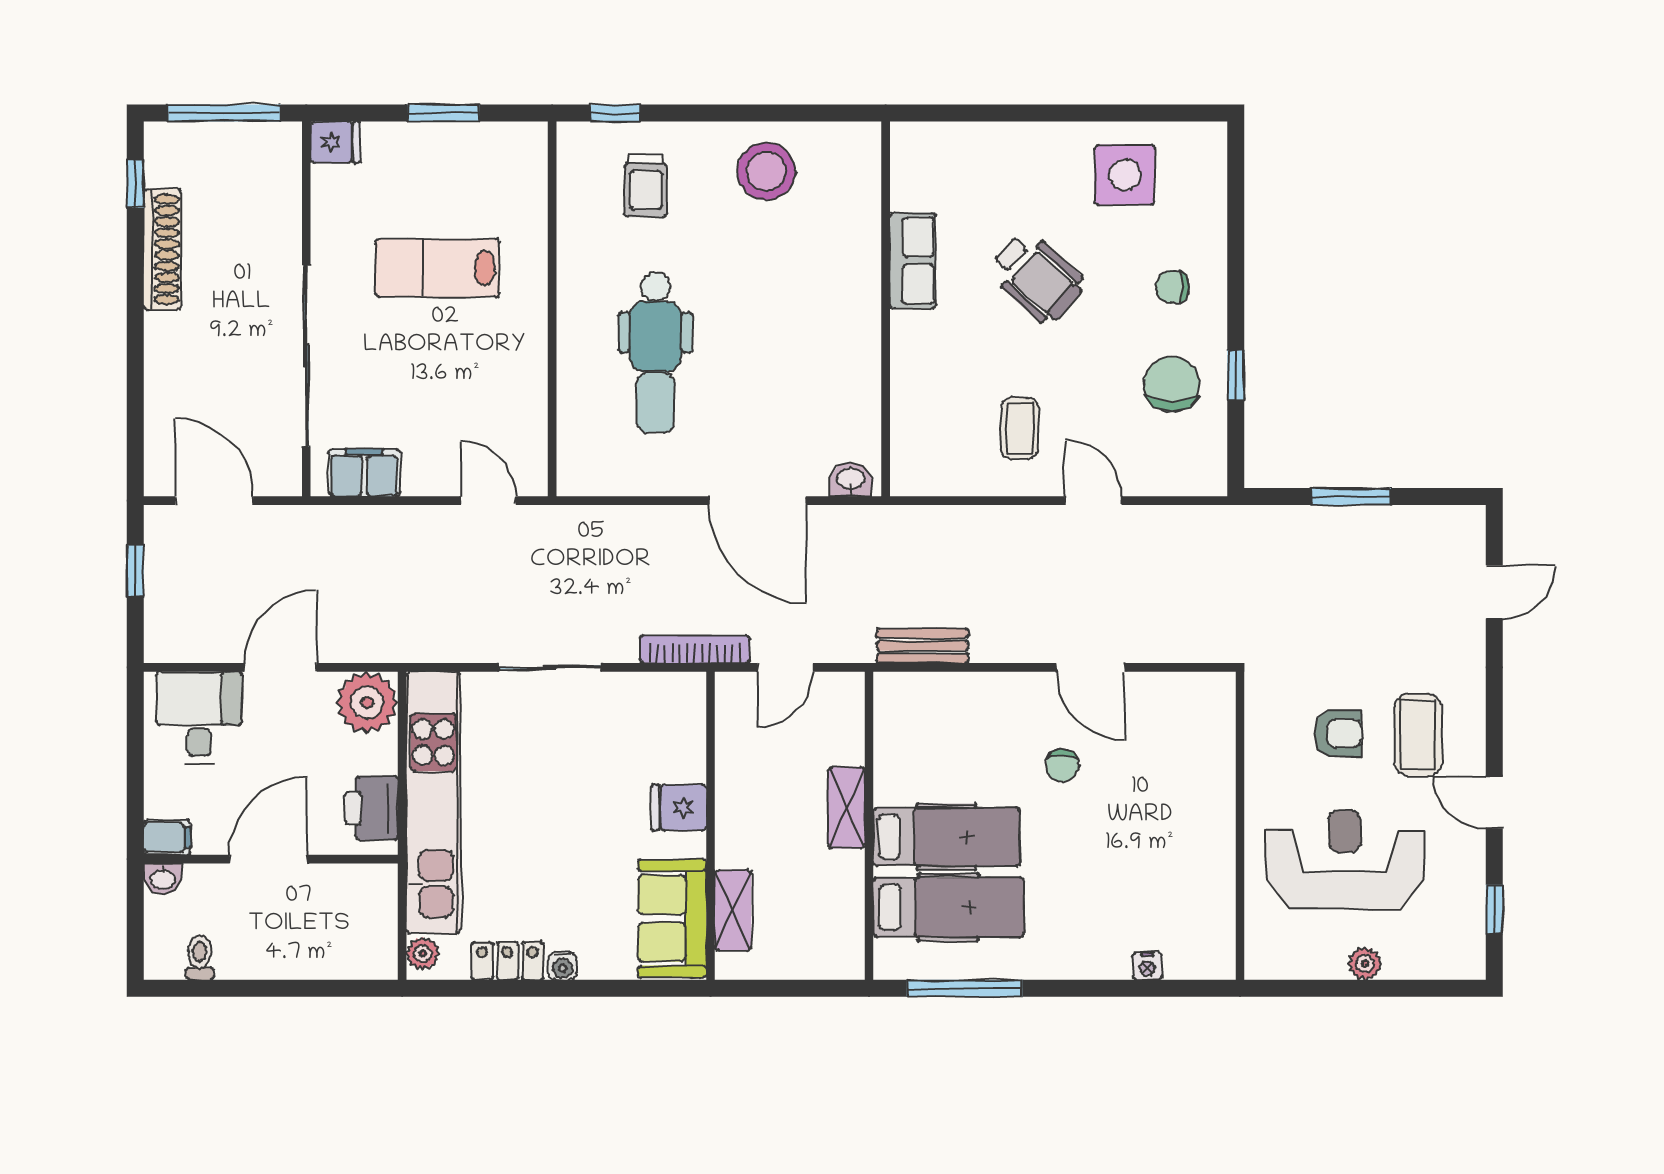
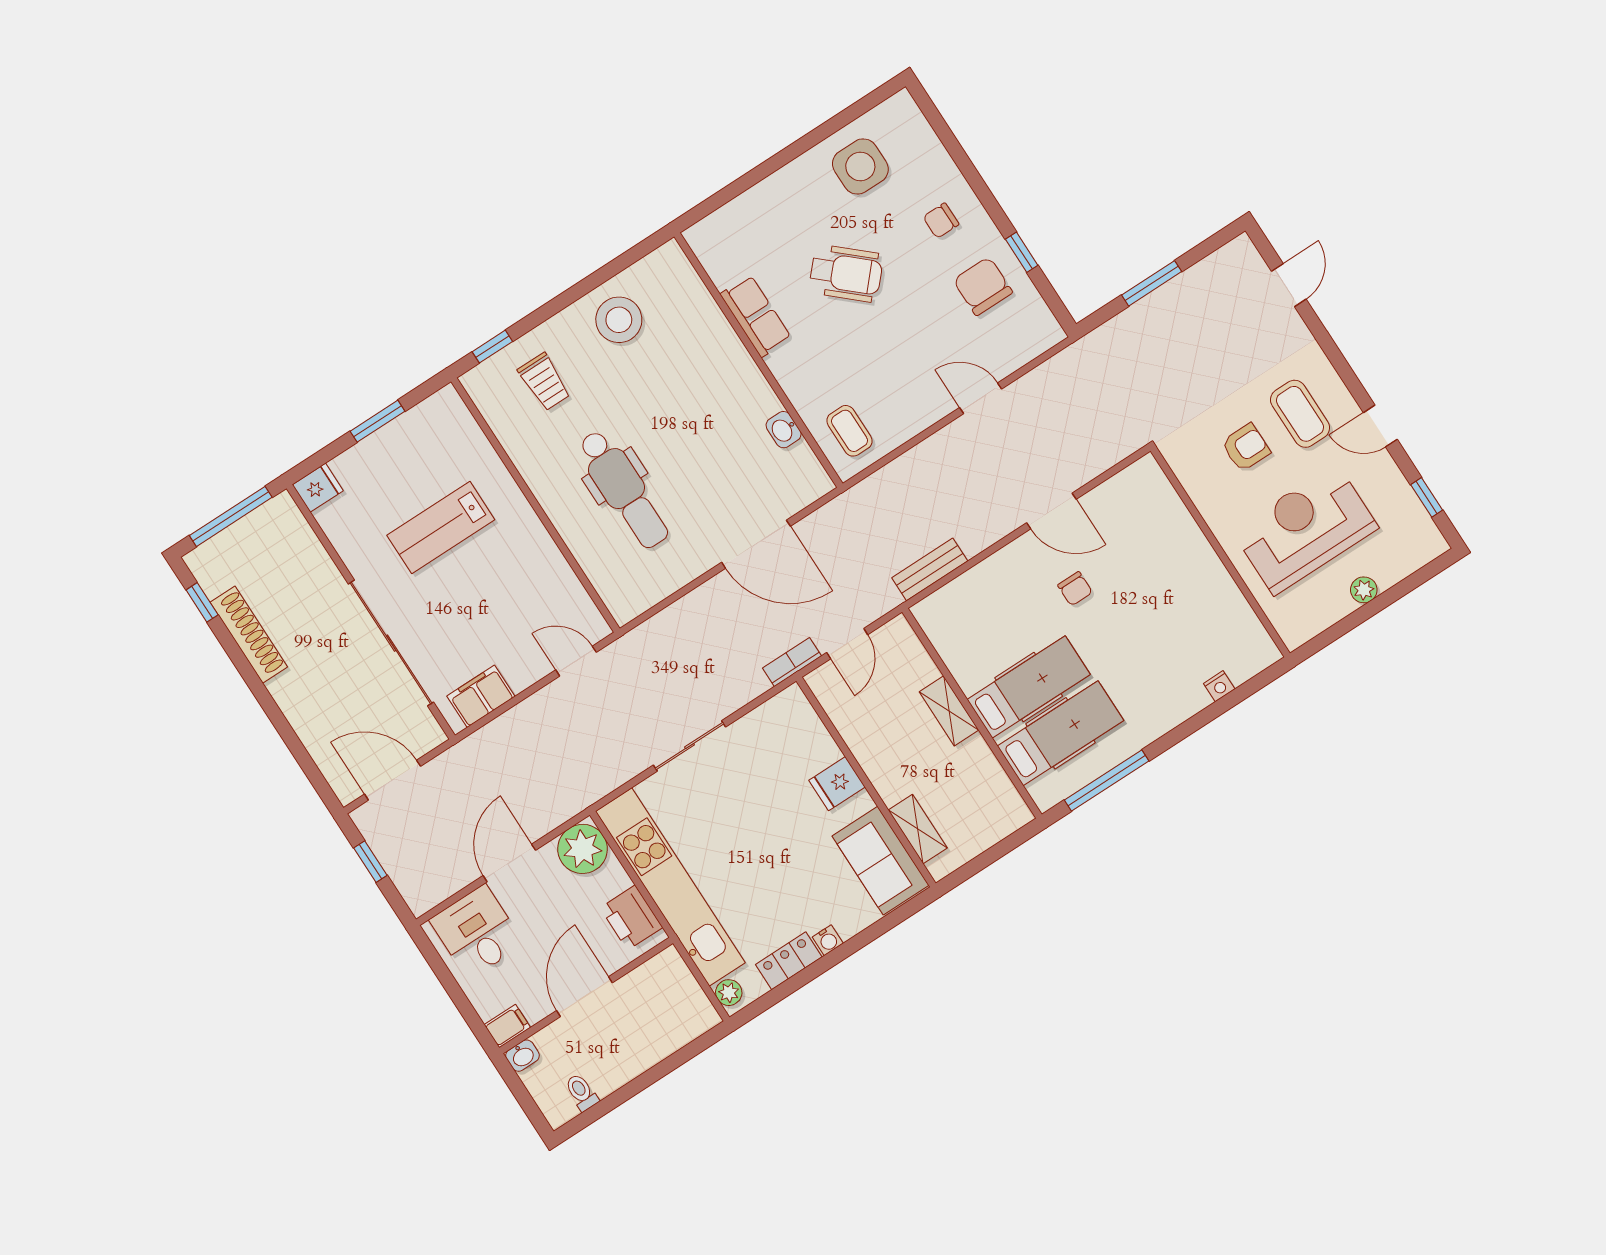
coffee table: (1020, 428) -> (849, 431), moved
washbasin: (851, 479) -> (784, 430), moved, turned -90
bookcase: (695, 649) -> (792, 662), width x0.64

